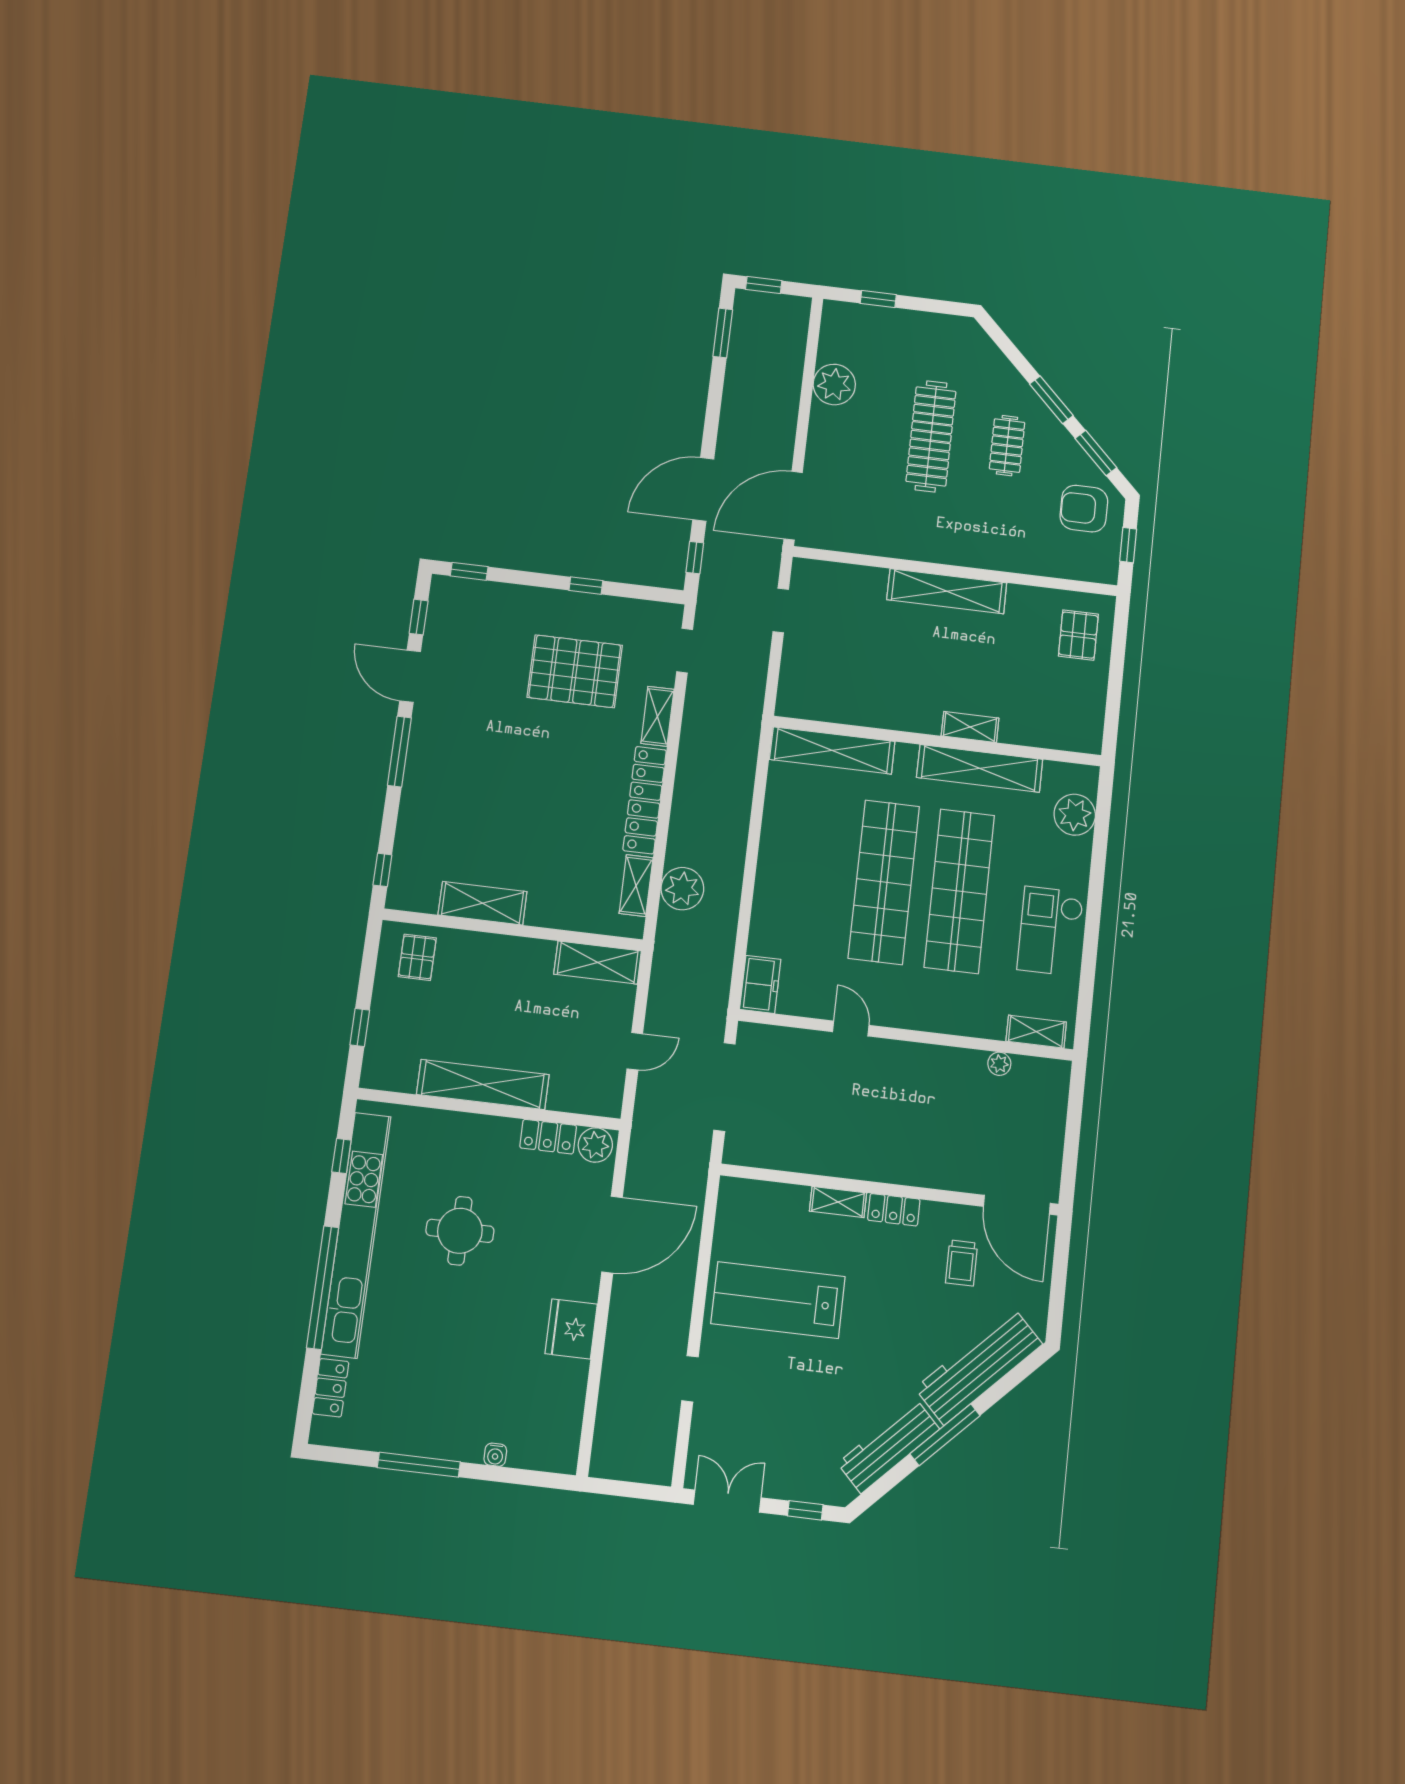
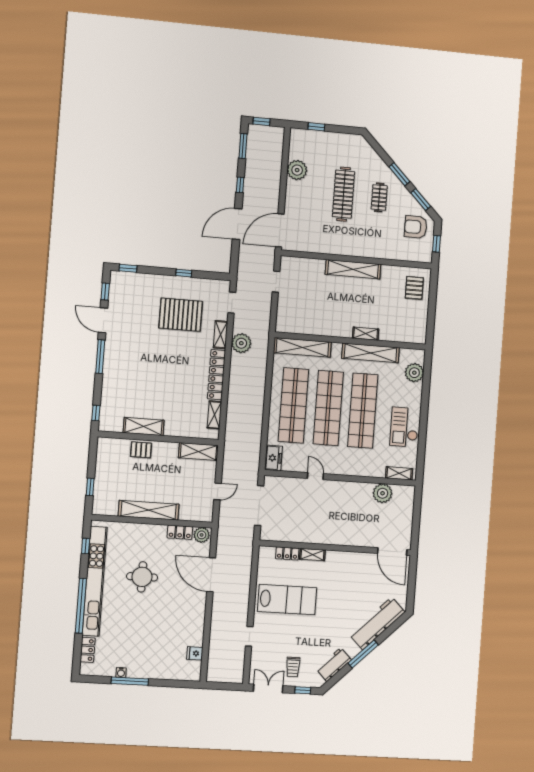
window: (695, 558) -> (240, 185), moved
shop shelf: (808, 873) -> (293, 405), added
plant: (682, 889) -> (241, 343), moved
pallet: (417, 957) -> (141, 450), moved, turned 90
plant: (999, 1064) -> (383, 493), width x1.87, depth x1.87
locker: (894, 1210) -> (287, 553), moved
door: (612, 1235) -> (211, 575), swing flipped
trolley: (962, 1263) -> (293, 667), moved
lab bench: (778, 1300) -> (287, 600), turned 180
fridge: (571, 1329) -> (195, 653), moved, width x0.53, depth x0.75
workbench: (889, 1446) -> (334, 665), width x0.73
water cooler: (495, 1455) -> (121, 672), moved

